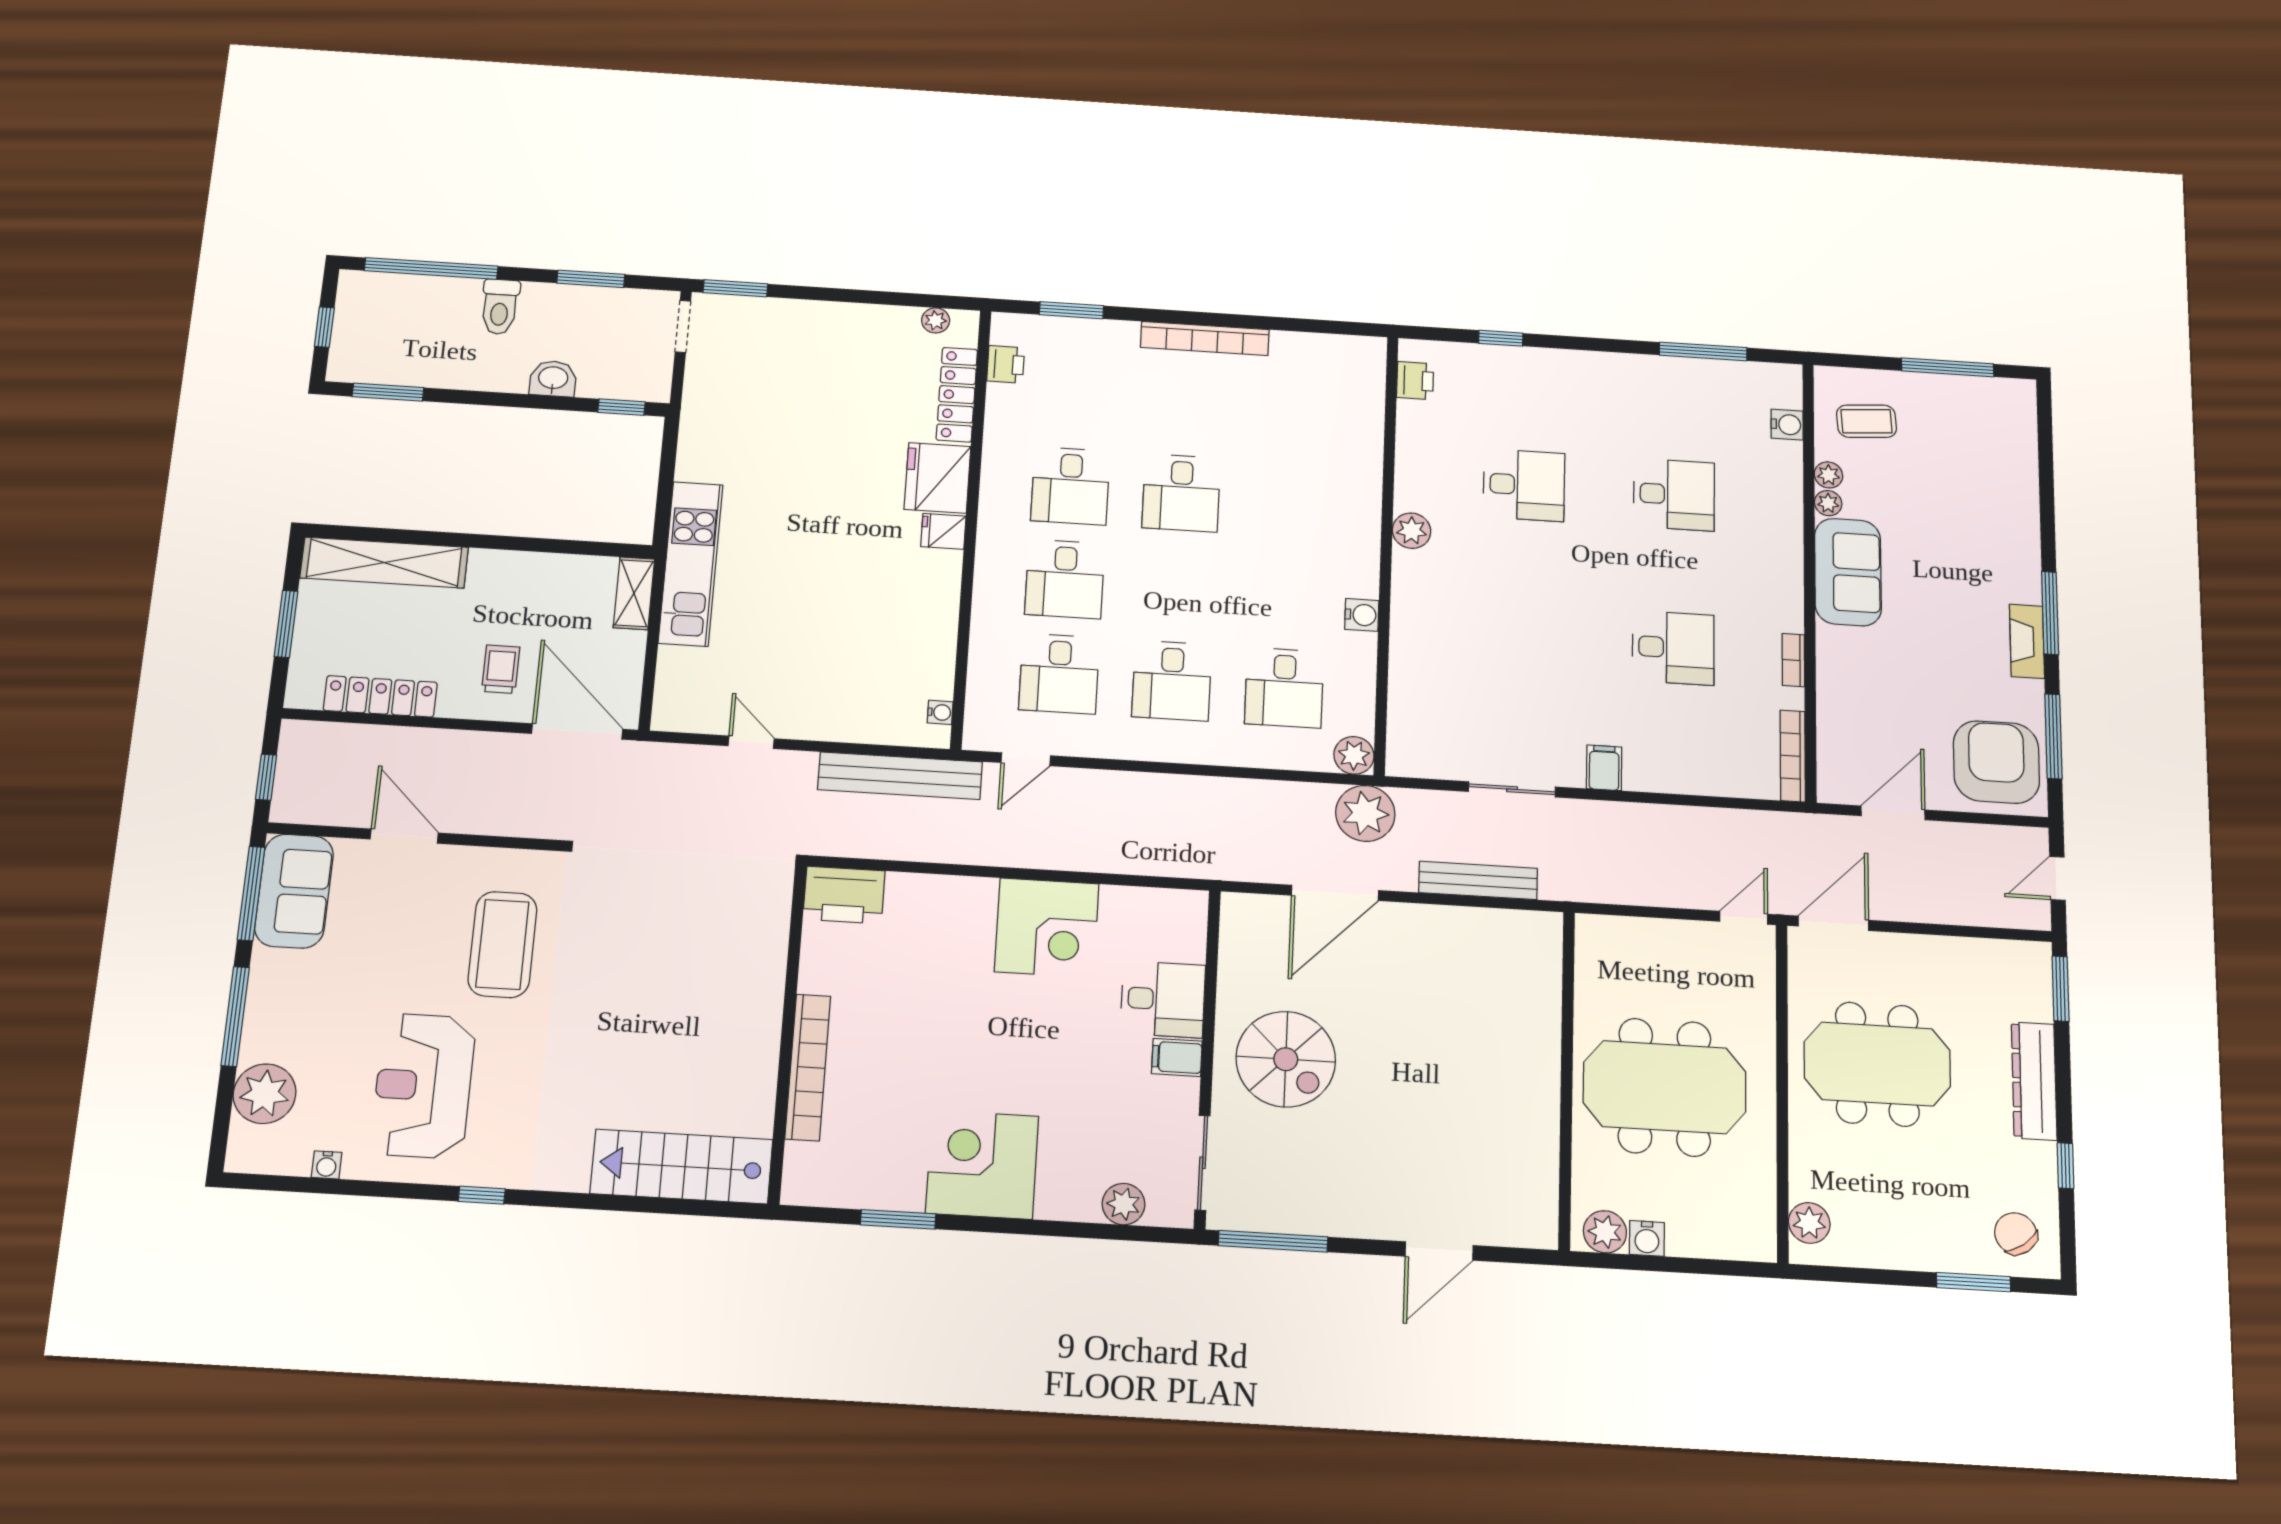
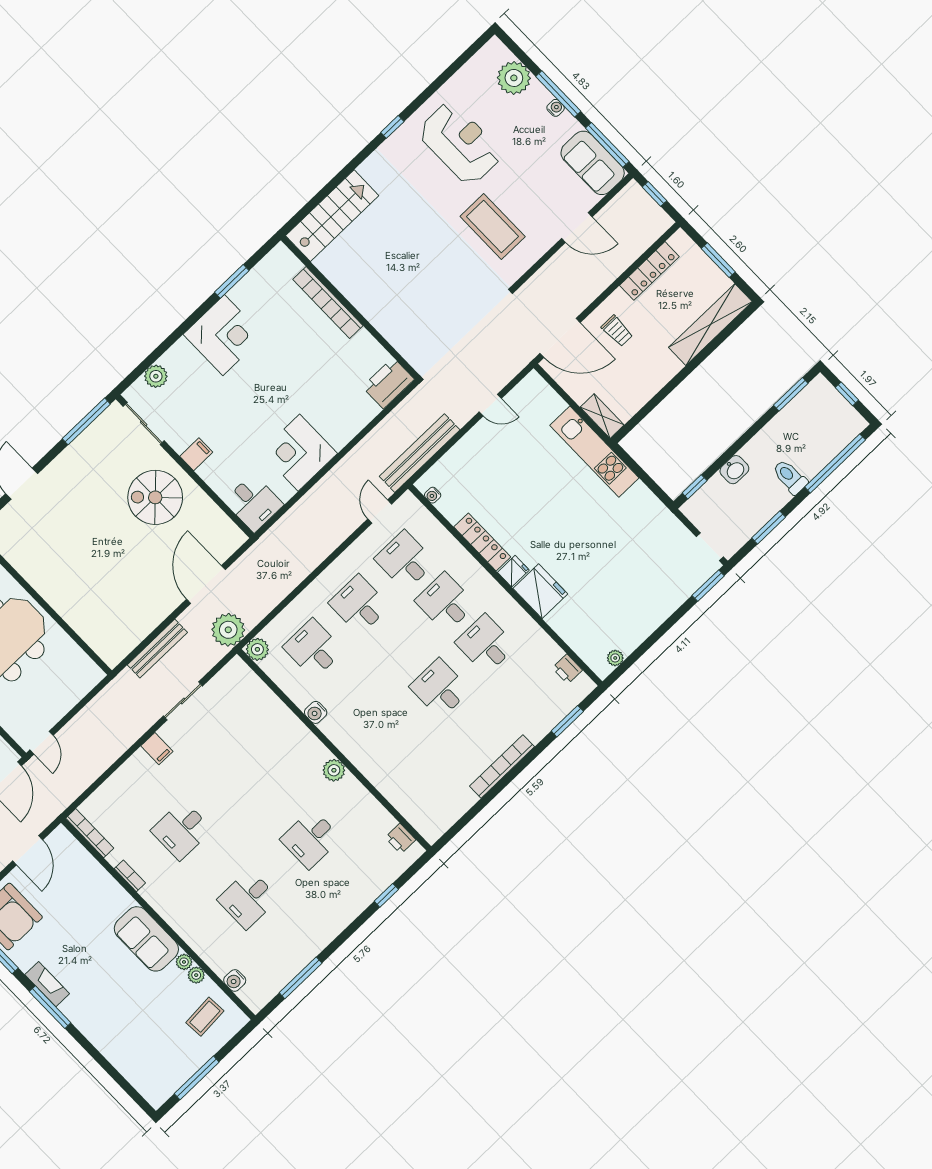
locker: (957, 395) -> (482, 542), moved
desk: (1163, 999) -> (254, 503), moved, turned -90
water cooler: (327, 1165) -> (556, 108), moved, turned 90

